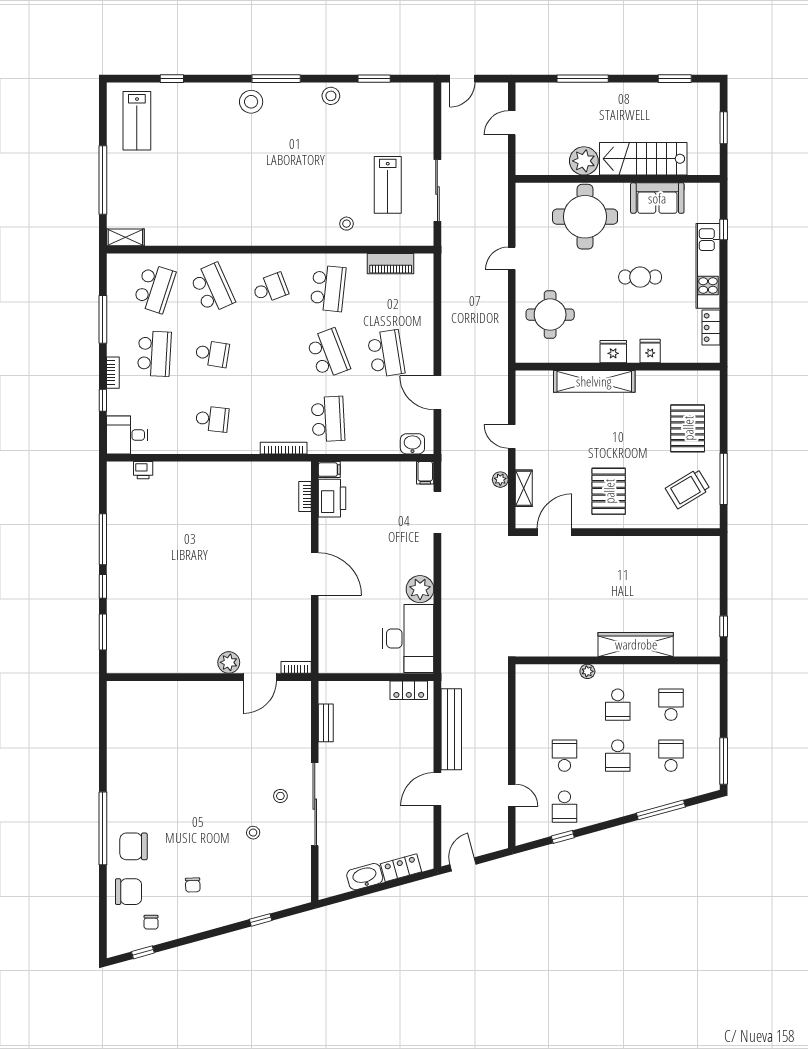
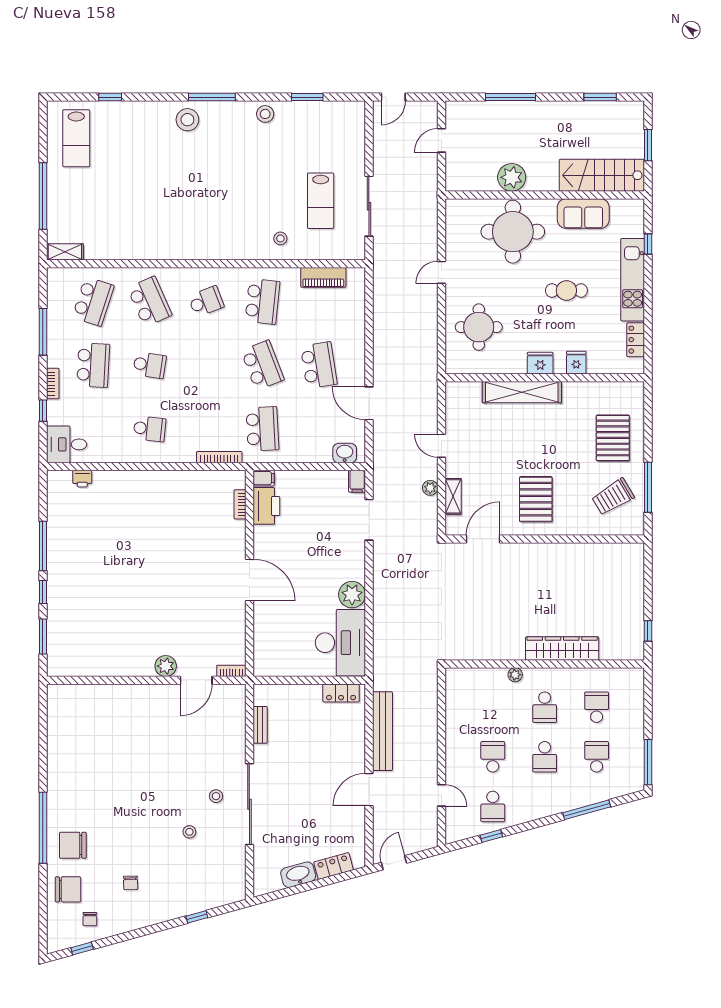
stairs: (643, 159) -> (602, 175), moved

